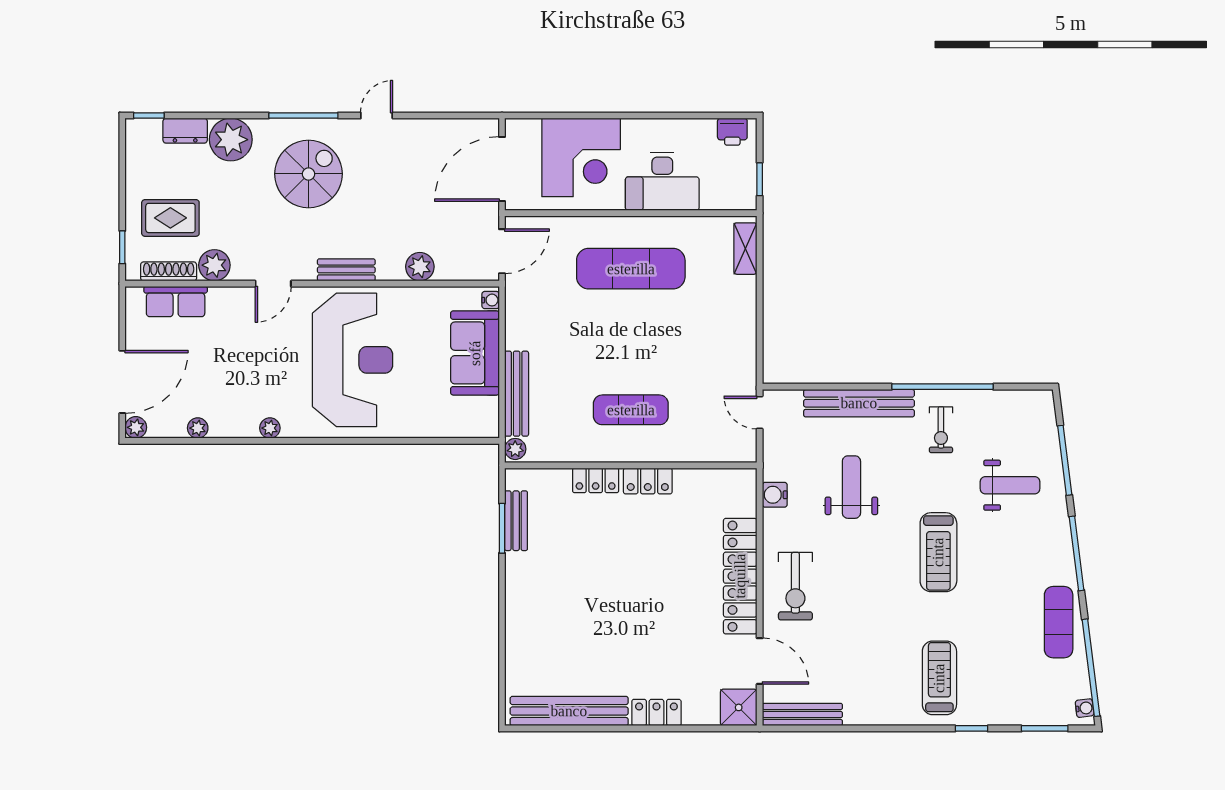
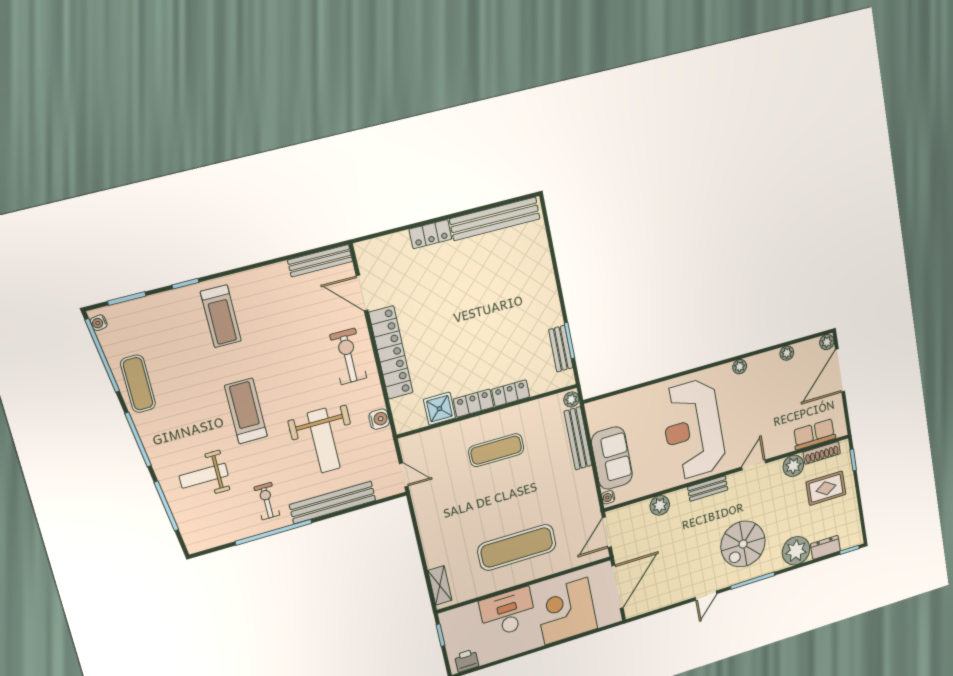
weight bench: (851, 487) -> (324, 441), width x1.36, depth x1.33
shower: (739, 707) -> (439, 409), moved

